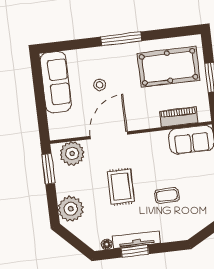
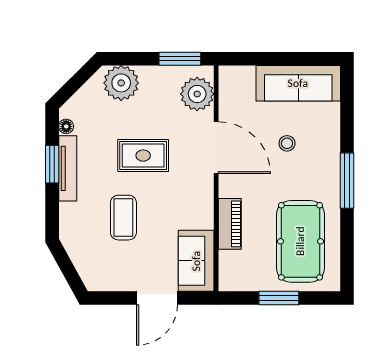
piano: (179, 117) -> (230, 224), moved
coffee table: (167, 195) -> (123, 218), width x1.36, depth x1.30

